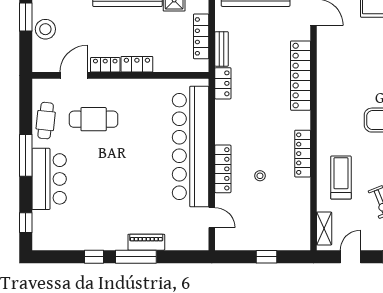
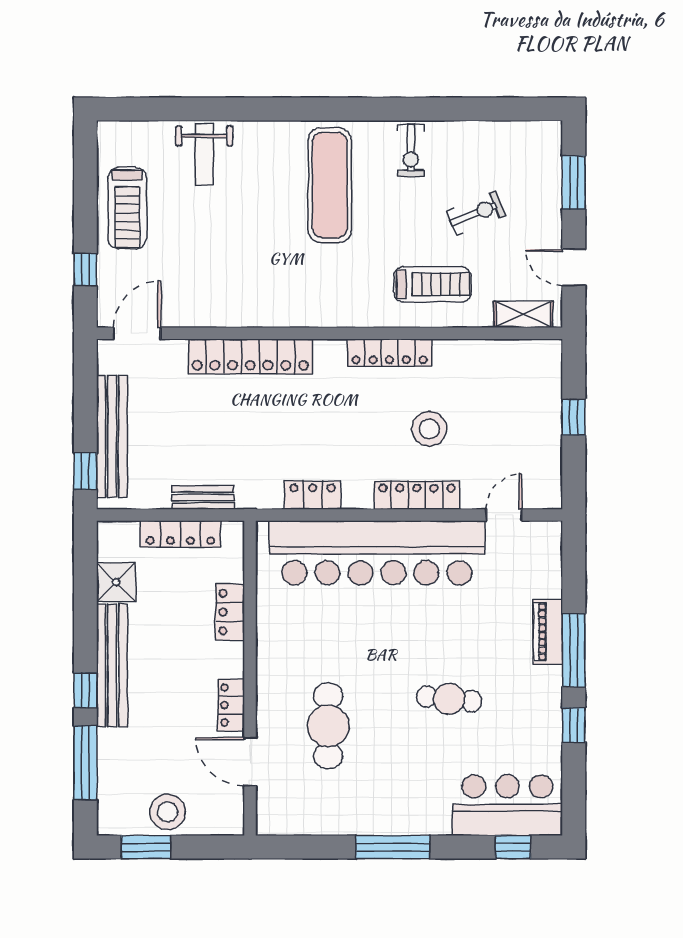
locker: (137, 64) -> (230, 612), moved
locker: (223, 83) -> (313, 495), moved
cafe table: (46, 121) -> (449, 699), moved
stool: (260, 176) -> (429, 429), width x1.89, depth x1.89
treadmill: (341, 178) -> (432, 284), turned 180
bar counter: (49, 179) -> (507, 805), moved

